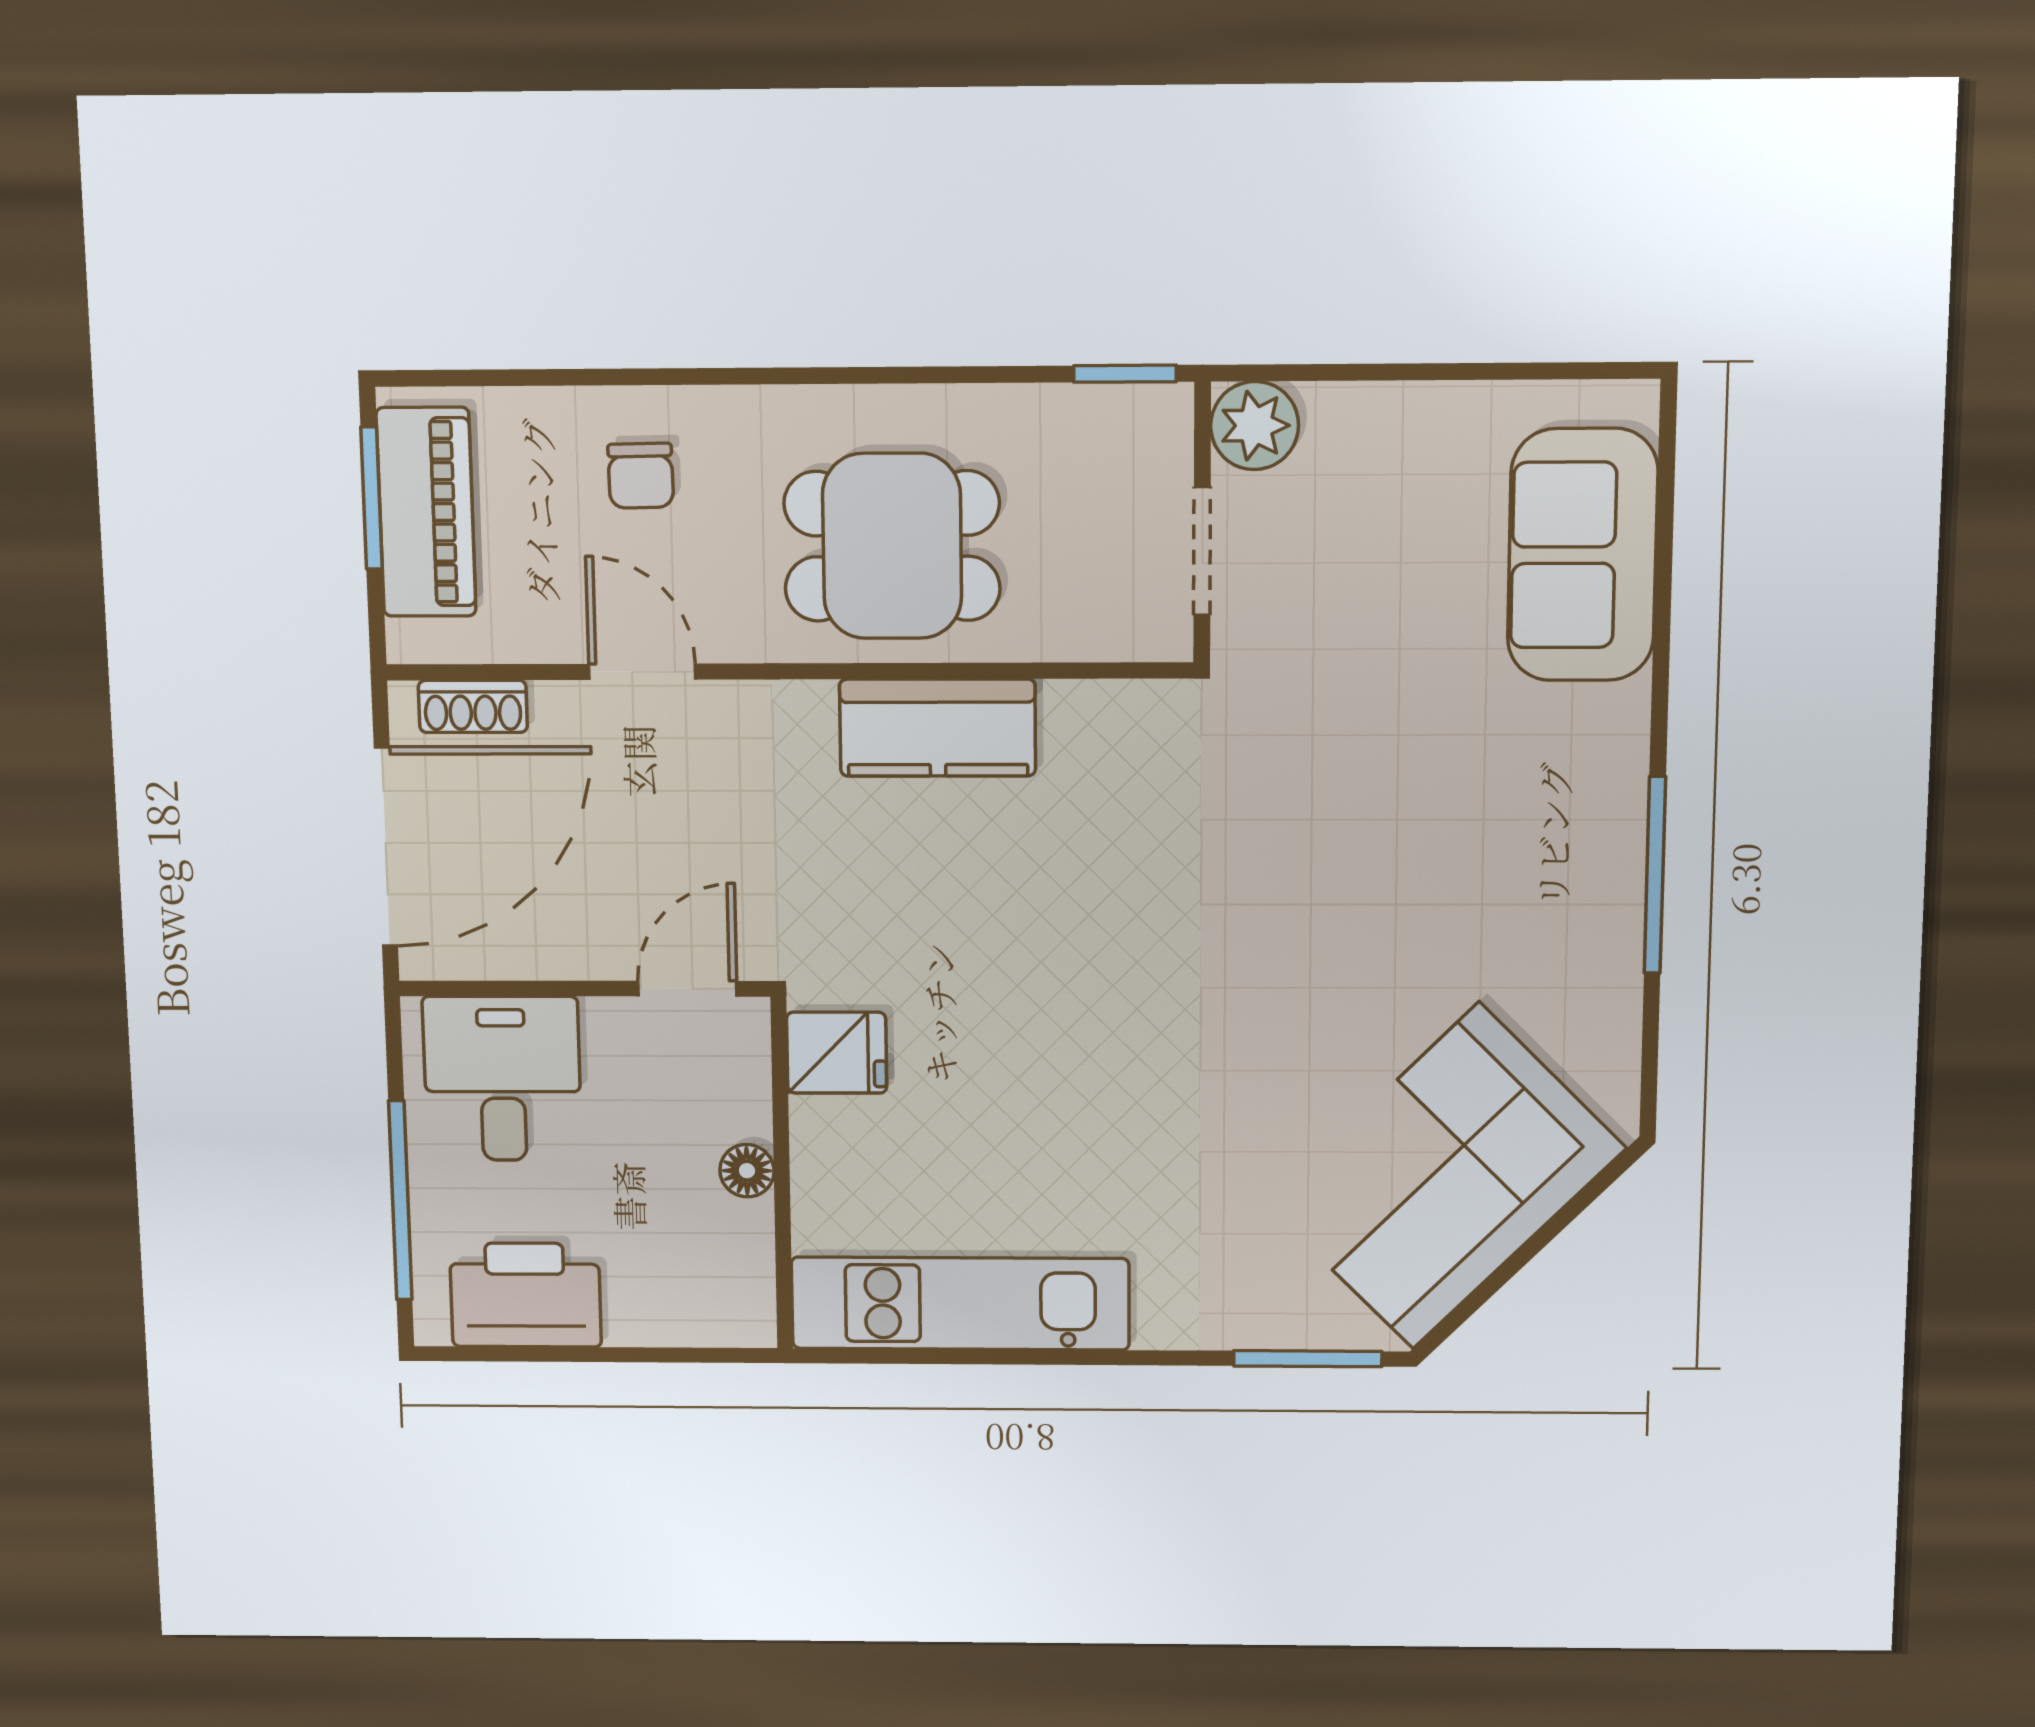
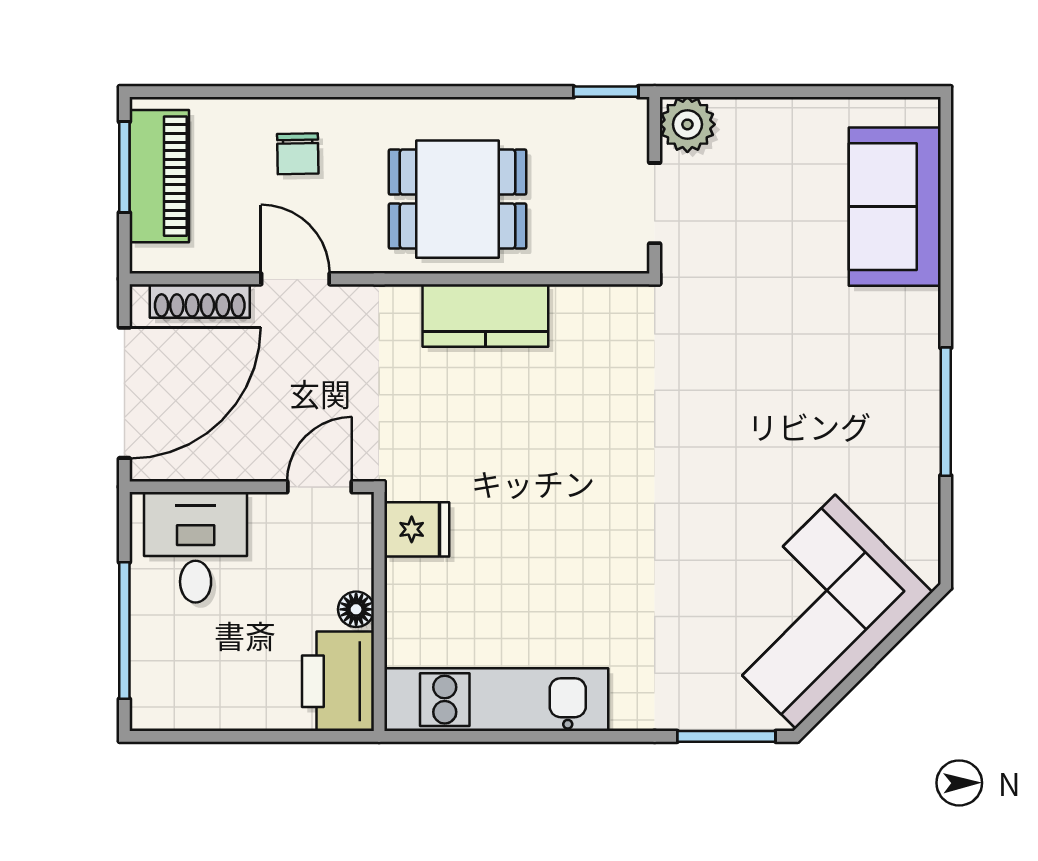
shoe rack: (473, 706) -> (200, 301), width x1.43
printer: (525, 1295) -> (338, 681), moved, turned -90

